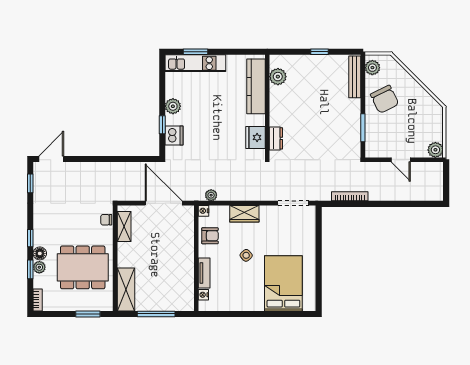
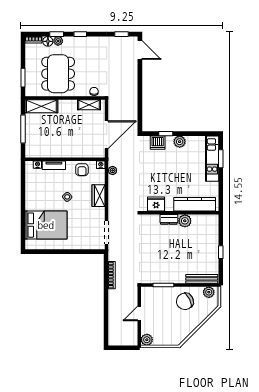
plant: (278, 77) -> (185, 221), moved
dresser: (276, 138) -> (169, 219), moved
floor lamp: (40, 253) -> (48, 41), moved

